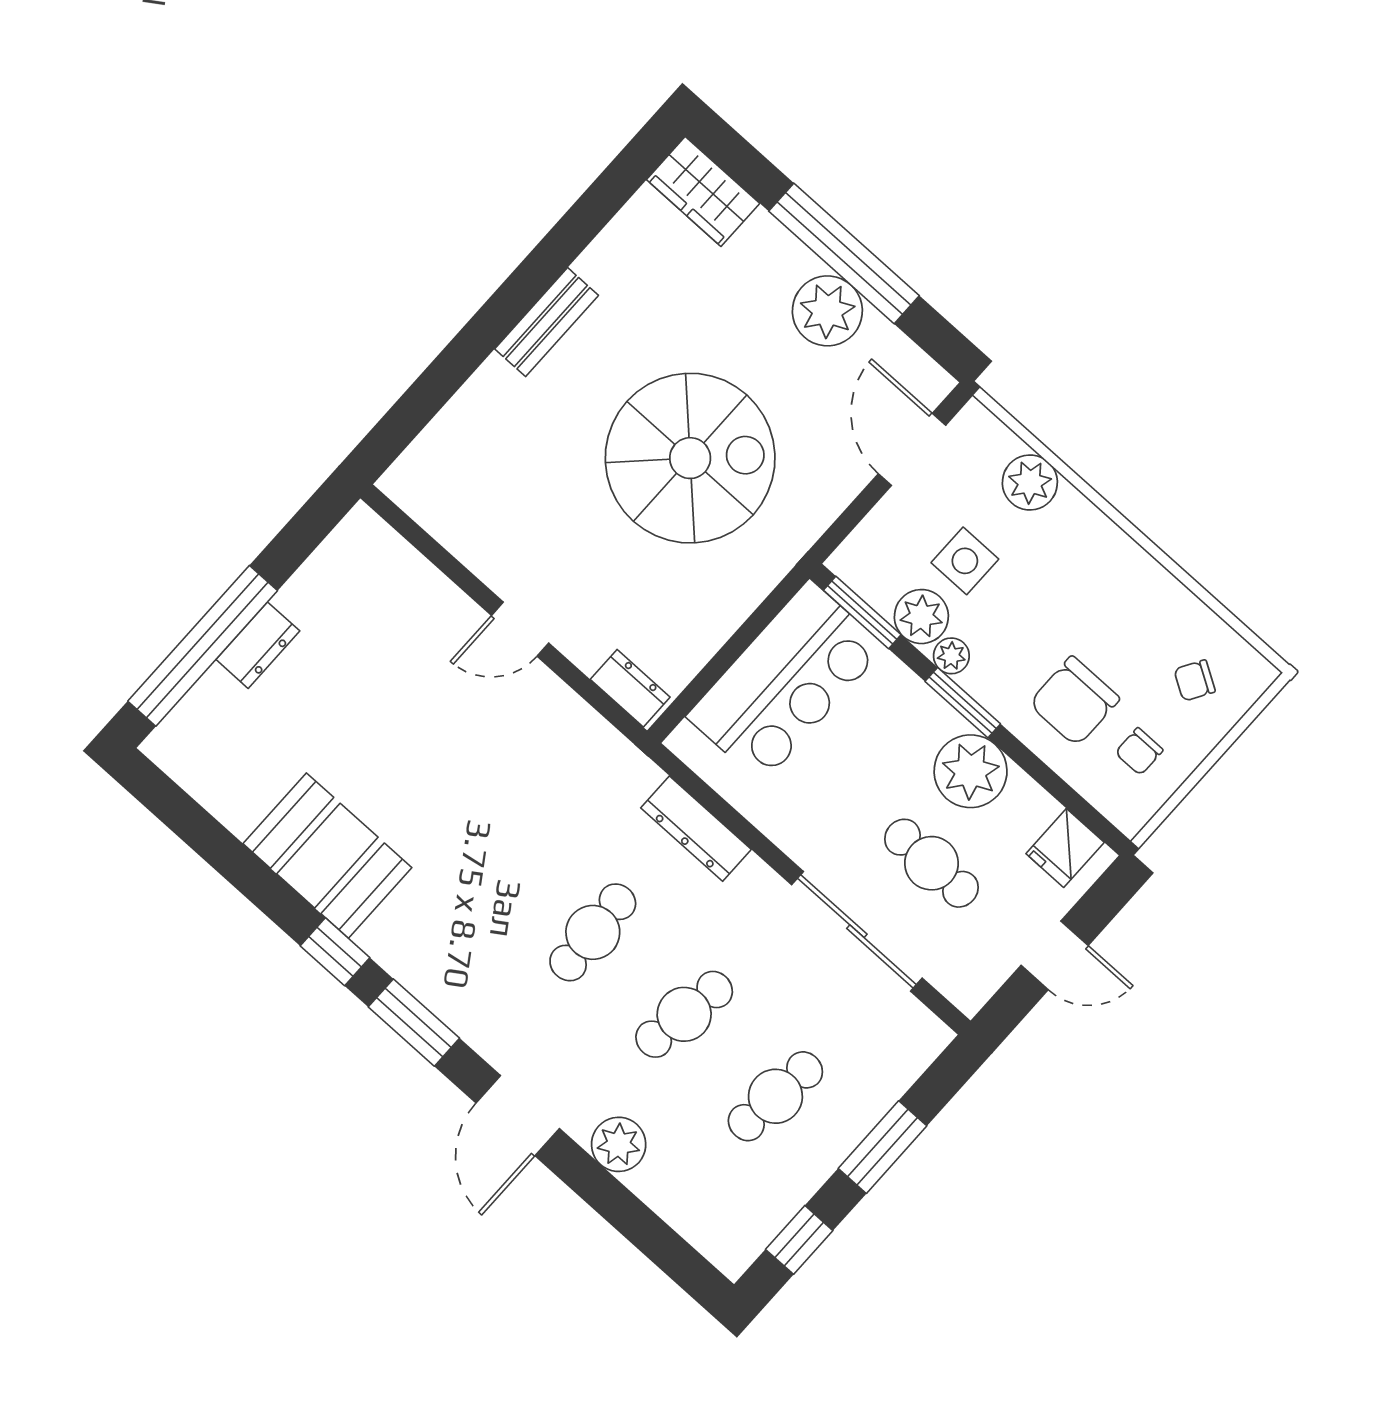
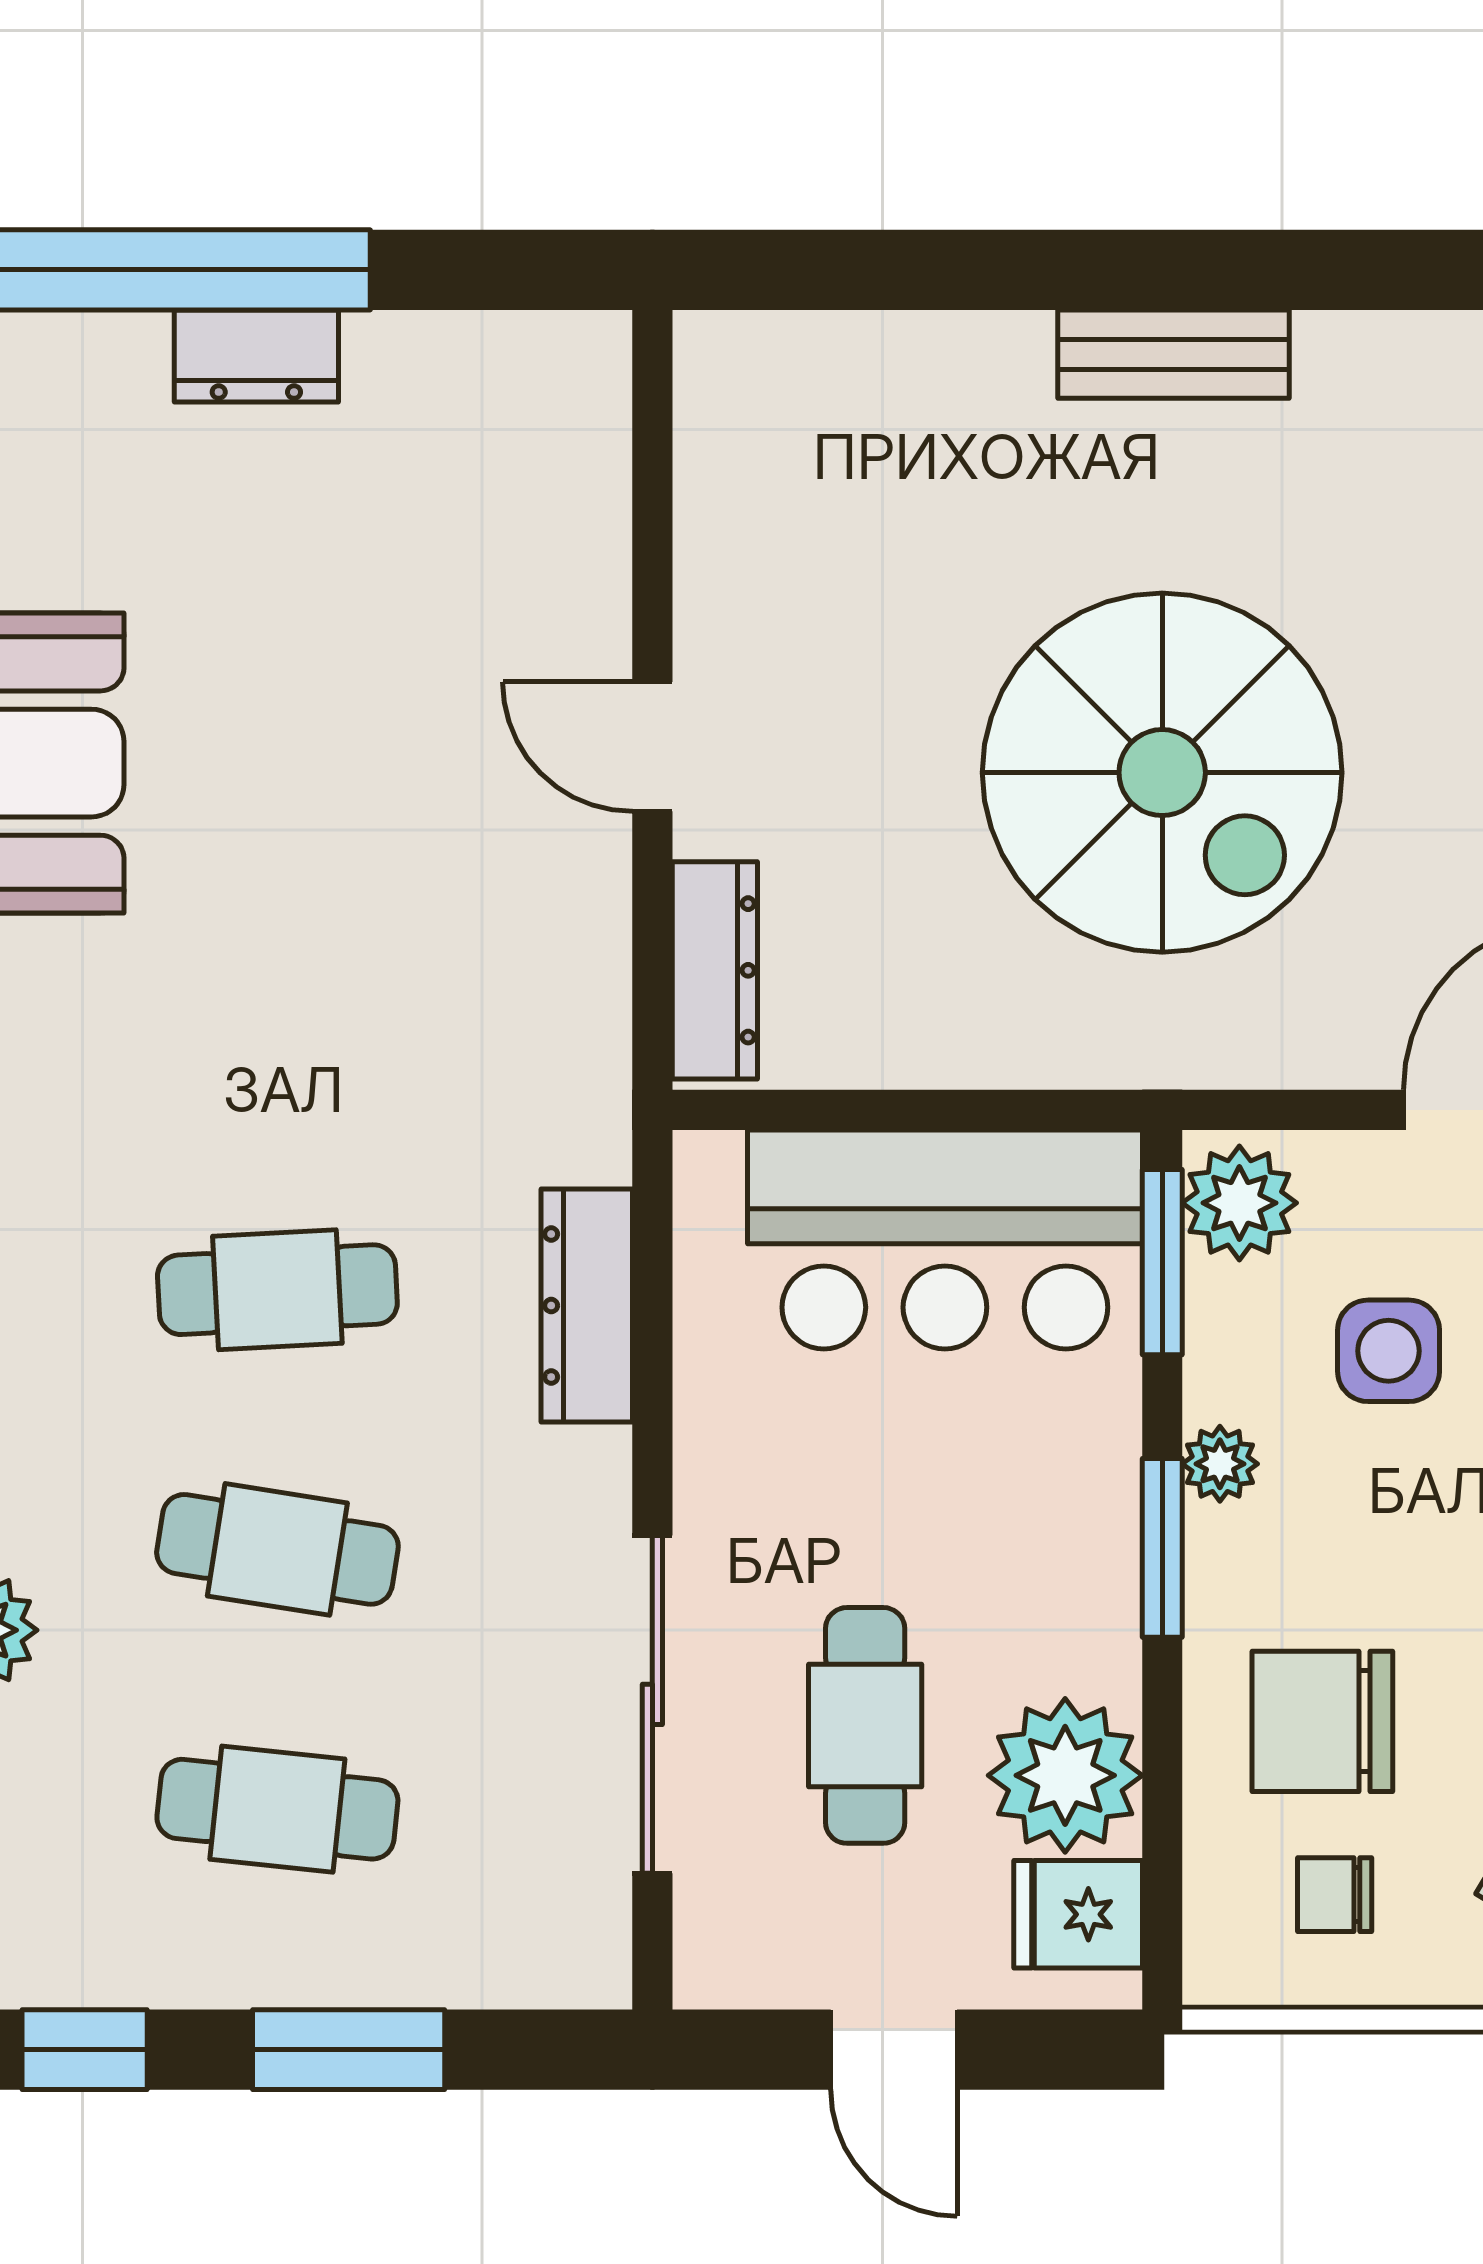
plant: (921, 617) -> (1239, 1203), moved
dresser: (630, 688) -> (715, 970), width x1.44
plant: (971, 771) -> (1065, 1775), moved

